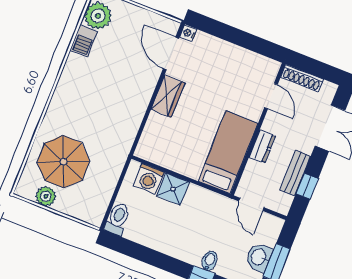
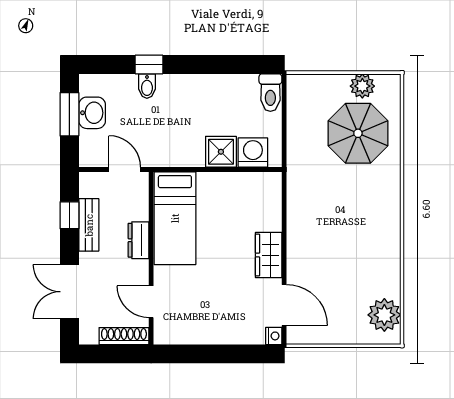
barbecue: (84, 41) -> (389, 280), removed

